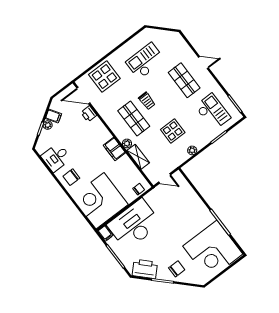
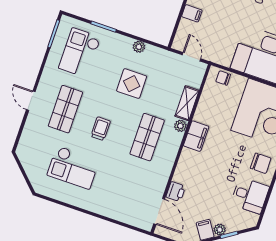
display table: (104, 76) -> (122, 202), removed
trolley: (147, 101) -> (101, 129), moved
filing cabinet: (191, 196) -> (192, 13), added

